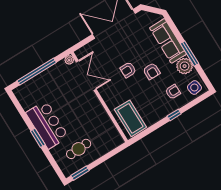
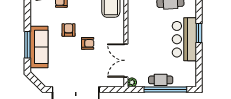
window: (189, 54) -> (27, 45), moved
plant: (185, 66) -> (38, 17), removed
cafe table: (46, 77) -> (161, 80), added

